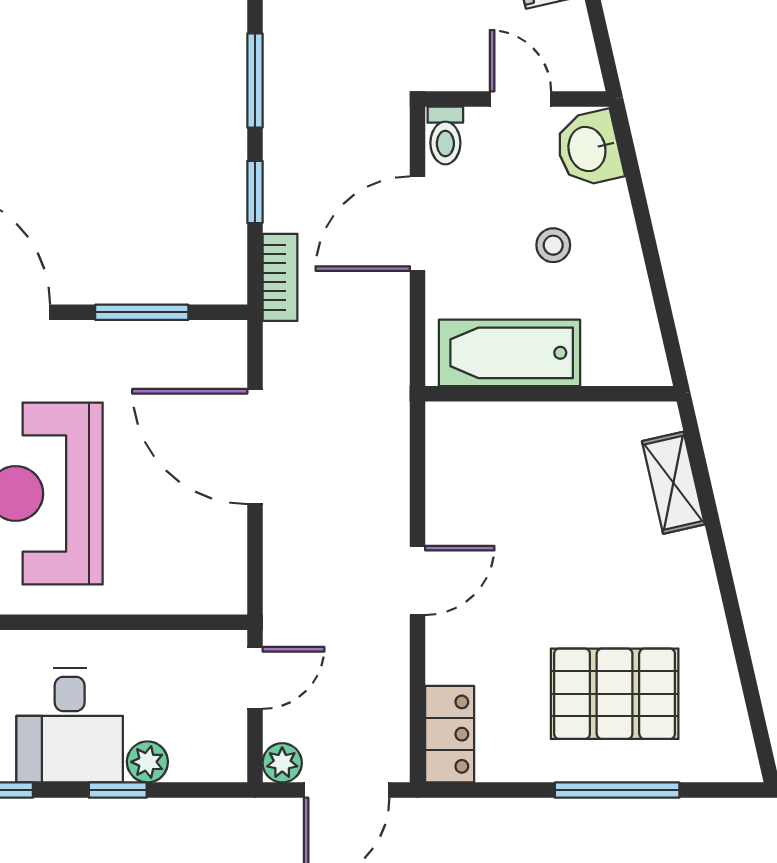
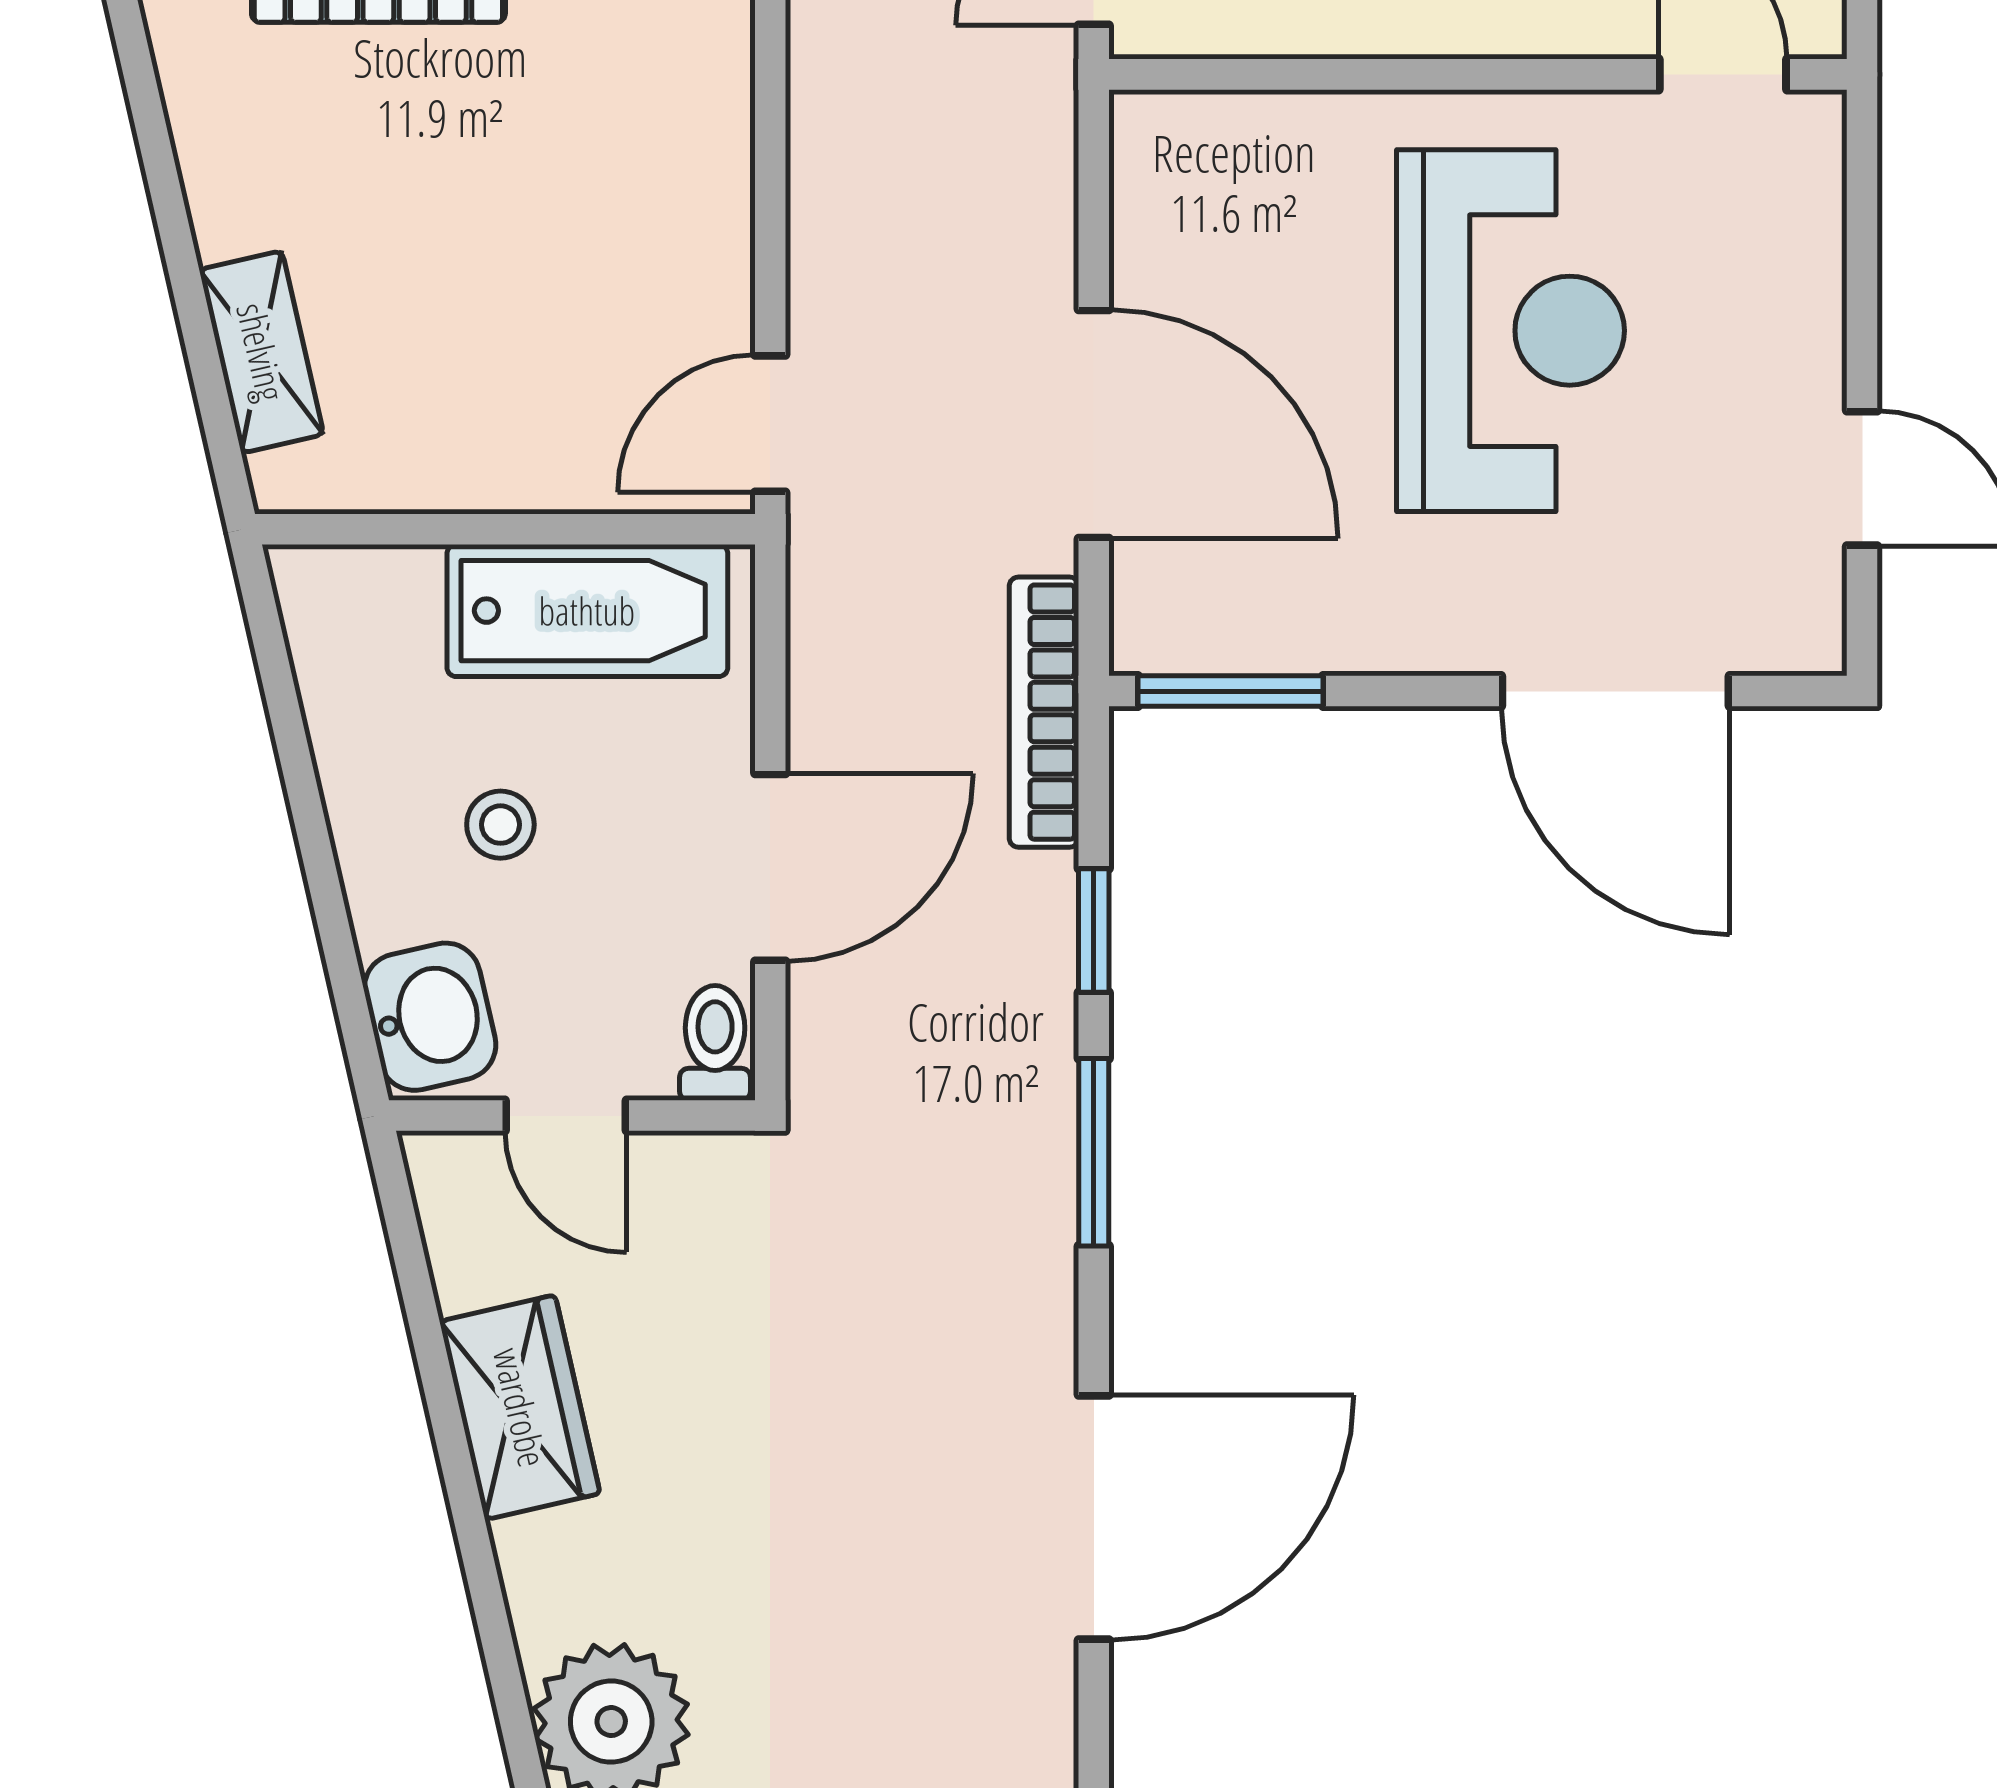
bookcase: (280, 277) -> (1044, 712), width x1.56
window: (142, 312) -> (1231, 691), moved
door: (418, 580) -> (770, 424), moved

